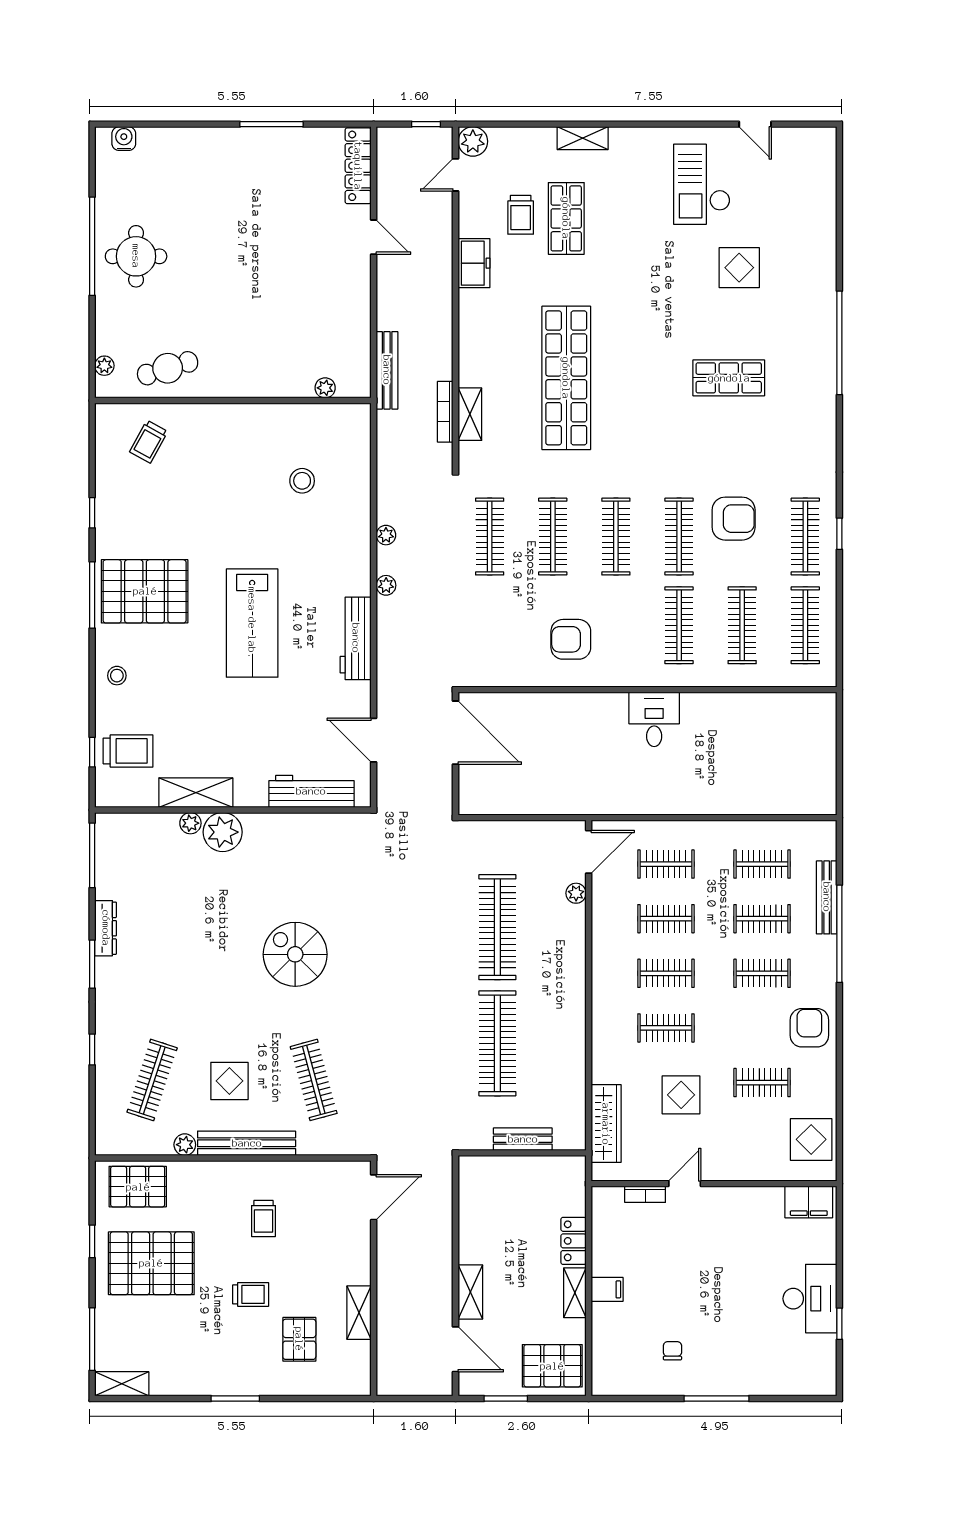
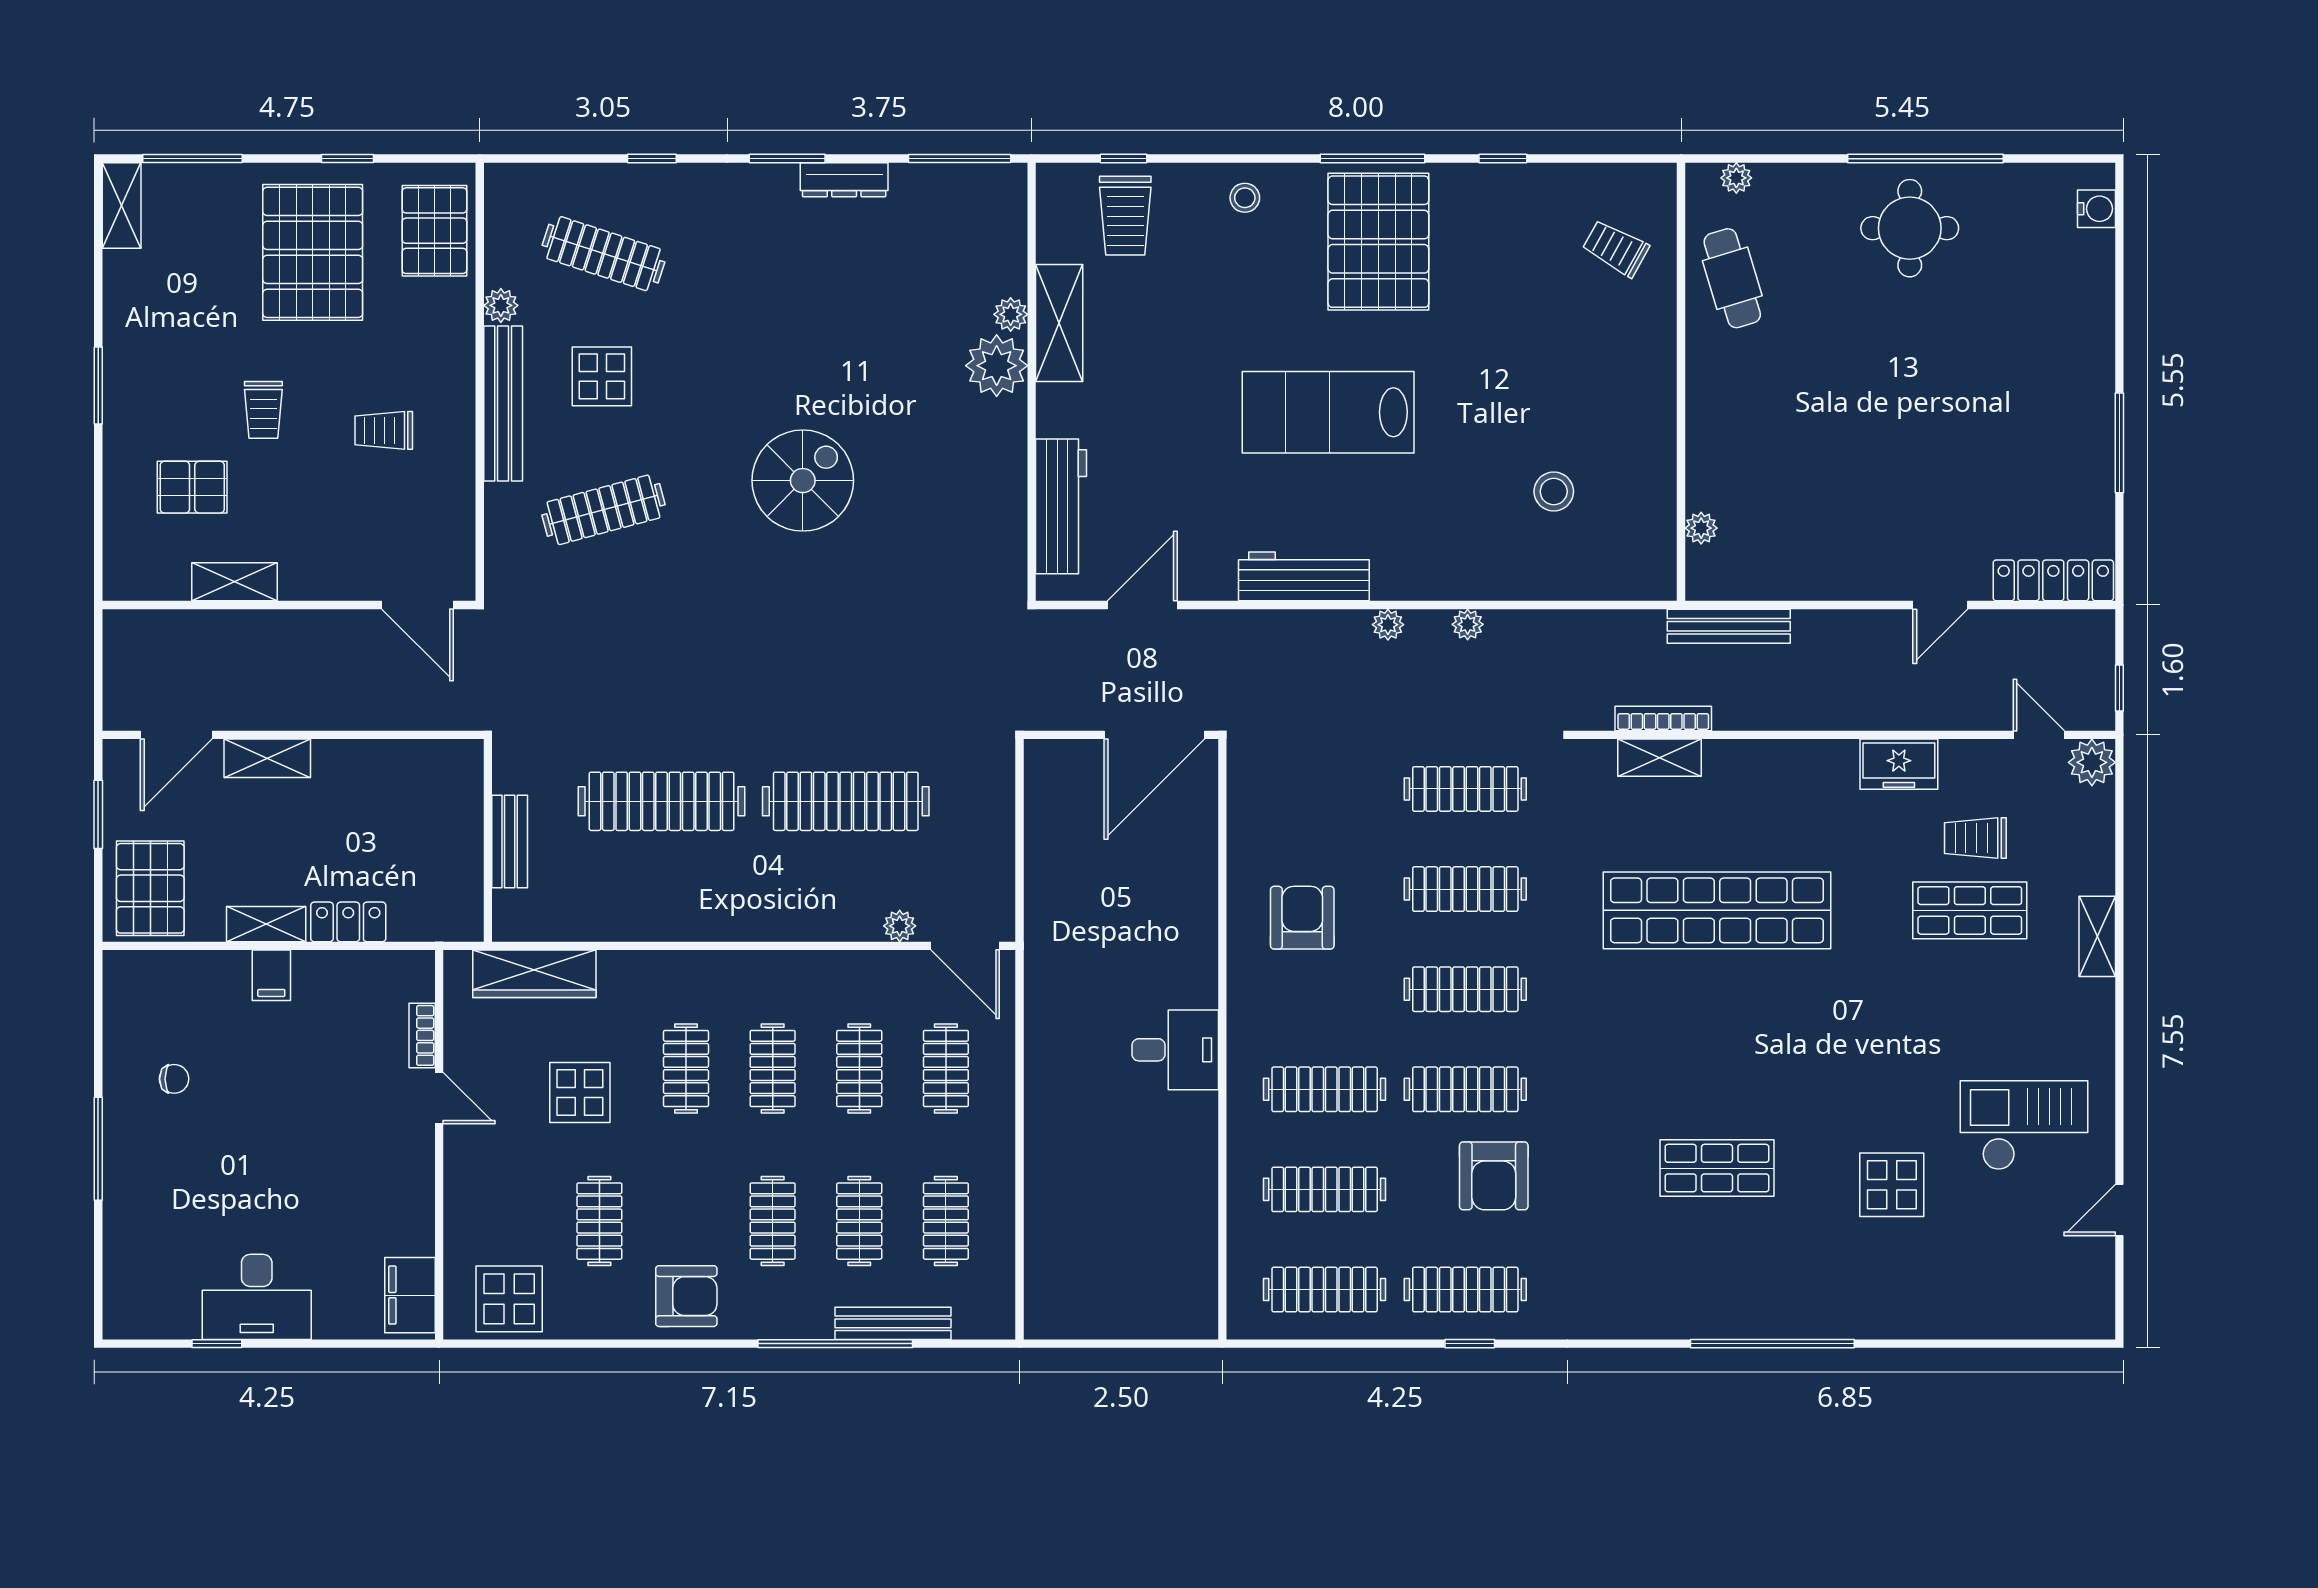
shop shelf: (729, 378) -> (1717, 1168), turned 90

